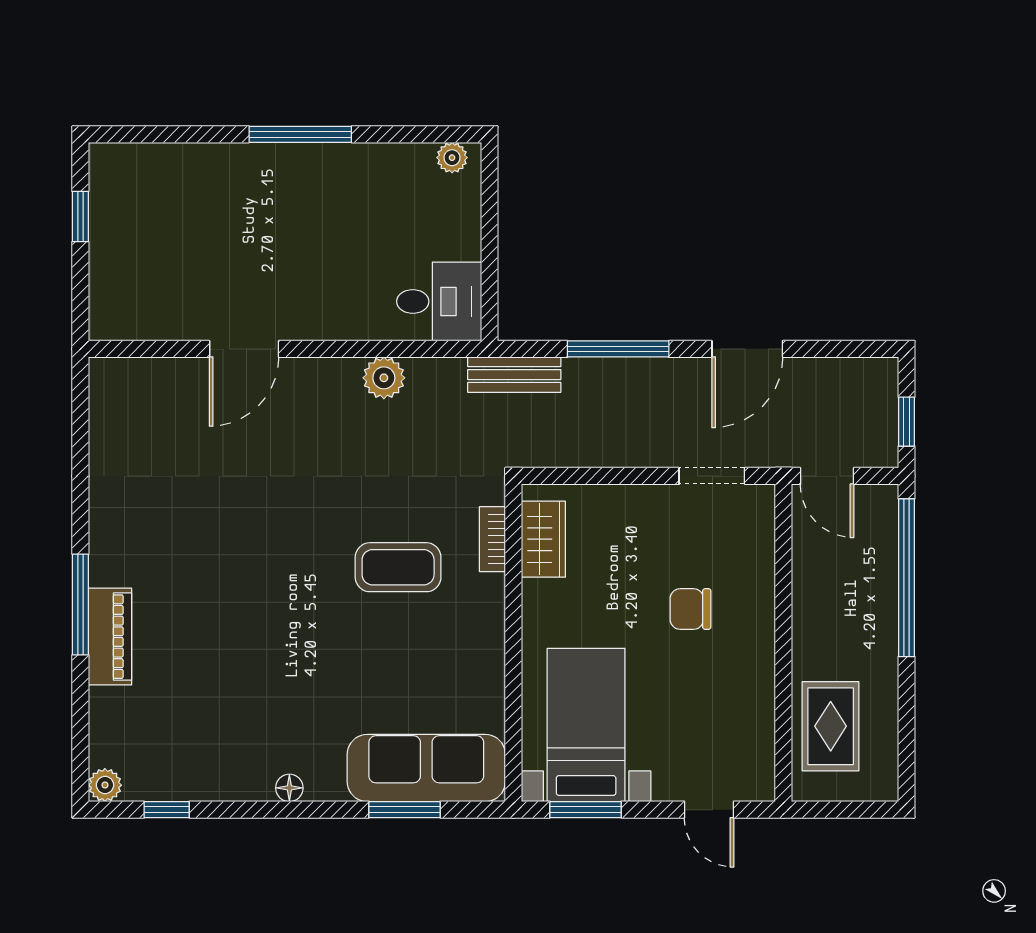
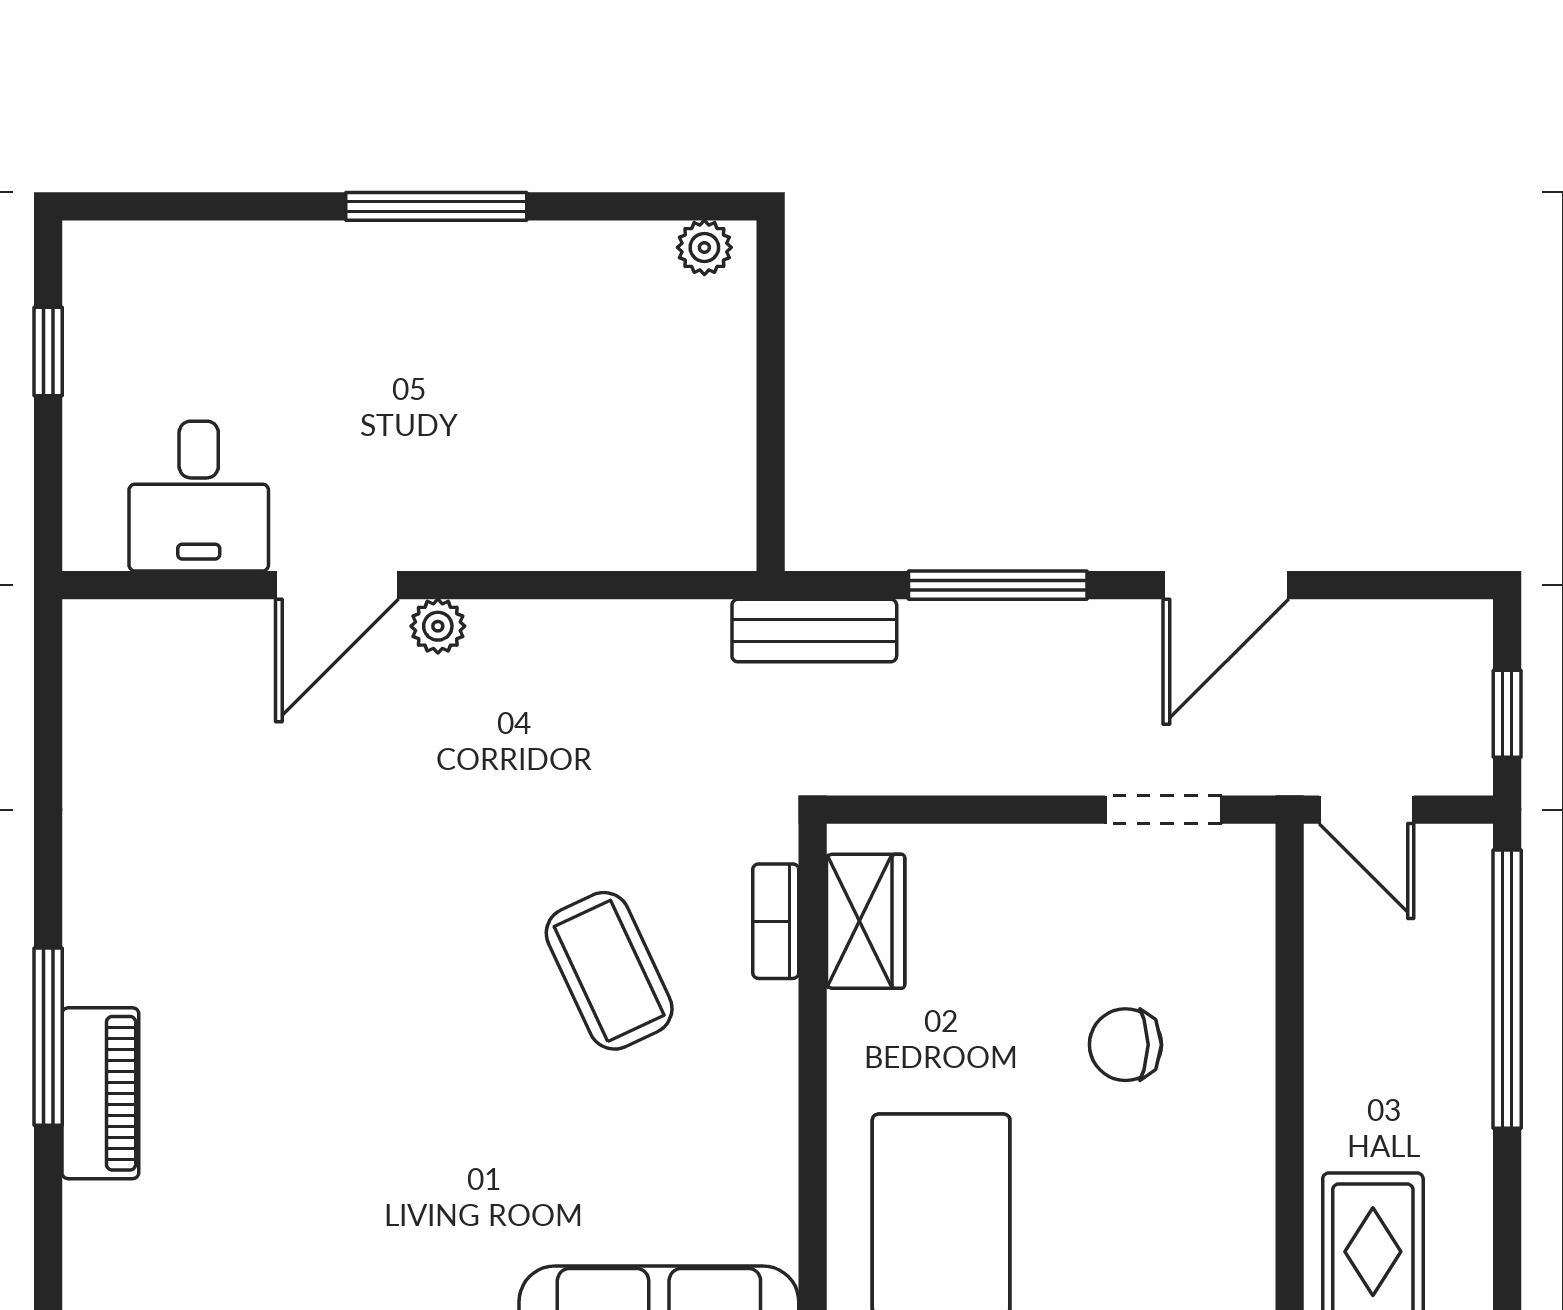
desk: (439, 301) -> (199, 496), moved, turned 90
plant: (384, 378) -> (438, 626), moved, width x0.73, depth x0.73
coffee table: (398, 567) -> (609, 971), turned 65

